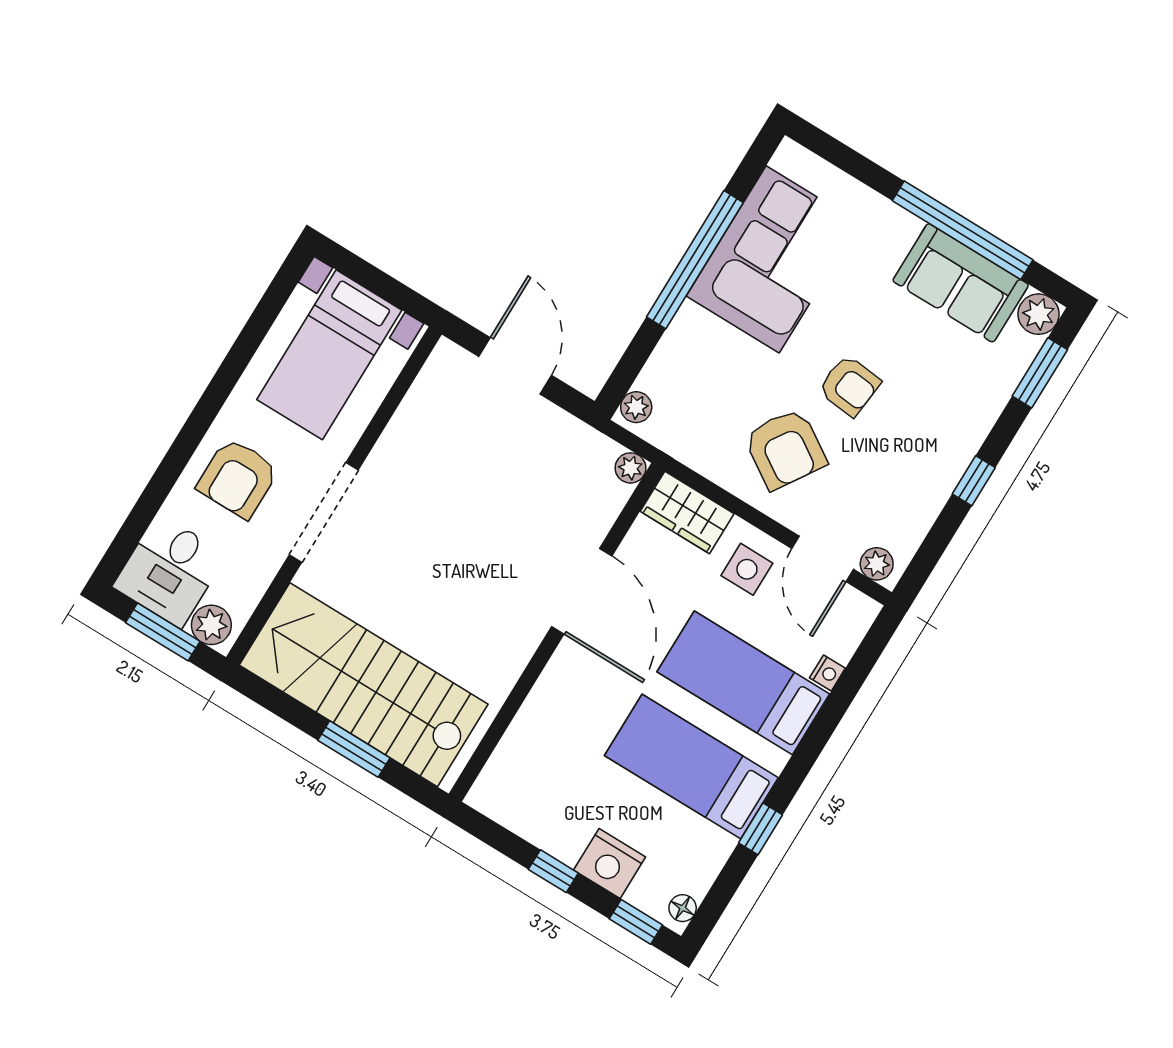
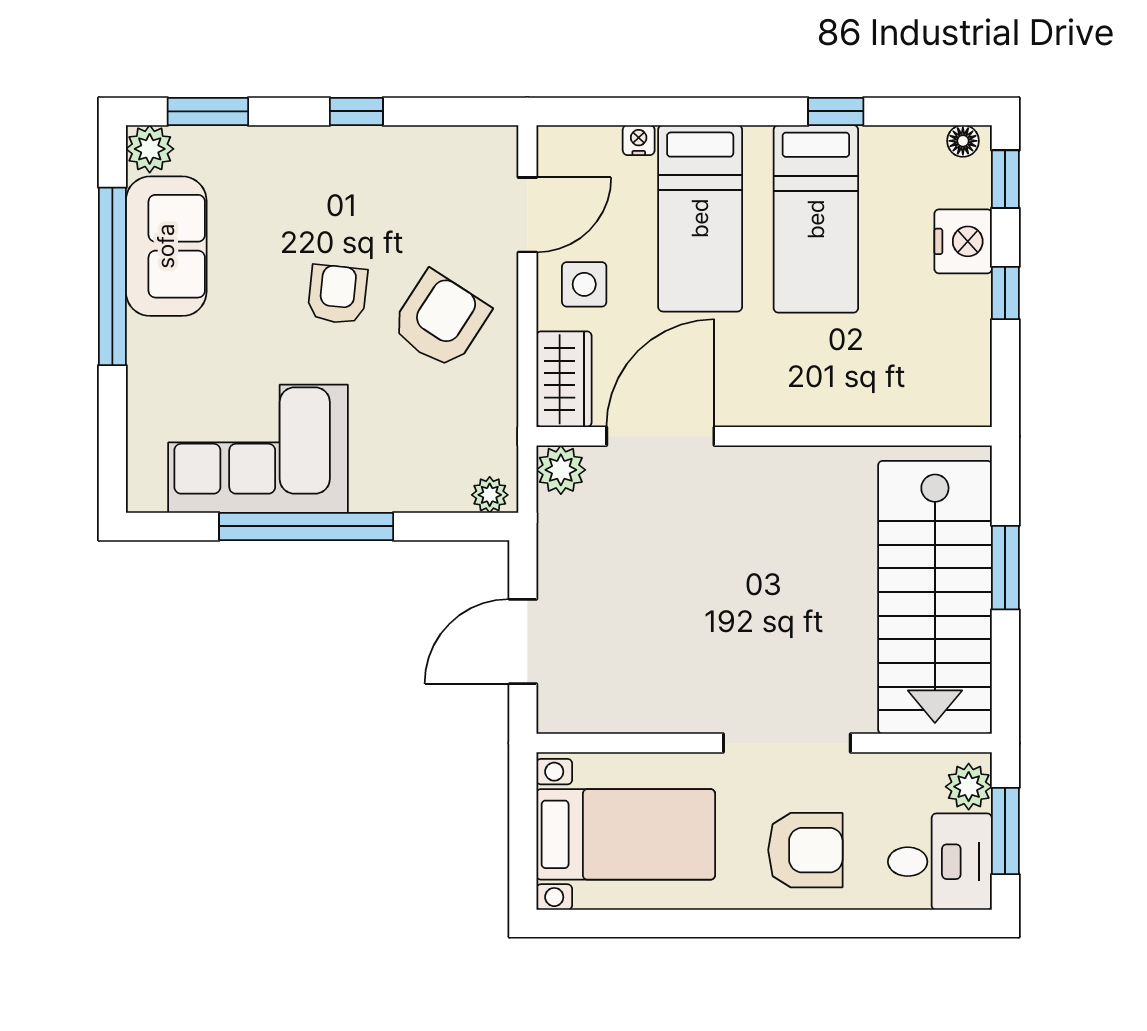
plant: (630, 468) -> (561, 470), width x1.38, depth x1.38
plant: (877, 564) -> (499, 158), removed
door: (582, 591) -> (660, 436), moved

